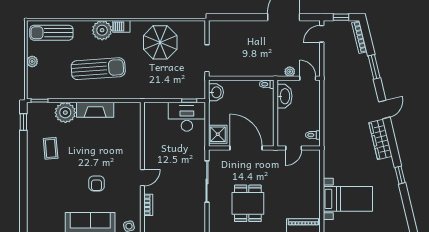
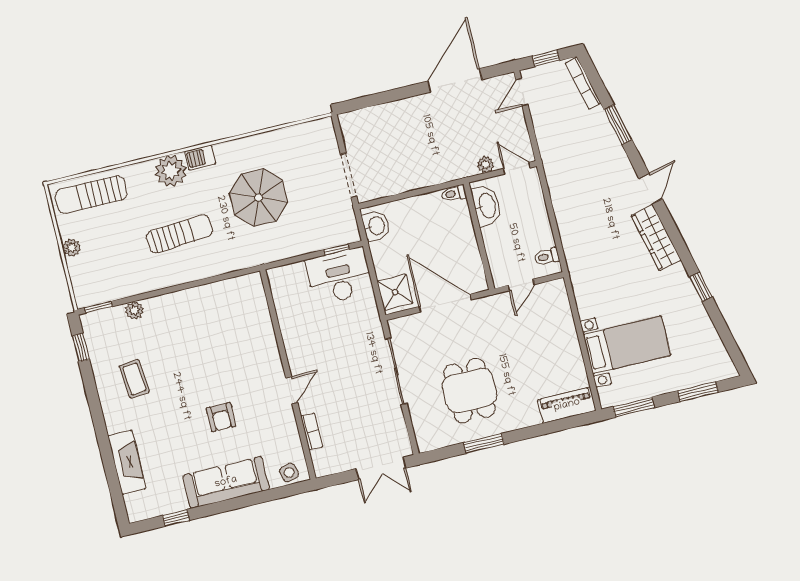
parasol: (160, 42) -> (259, 198), moved
sun lounger: (98, 69) -> (180, 234), width x0.73, depth x0.75
fireplace: (95, 110) -> (127, 462), moved, turned -90
plant: (65, 113) -> (134, 310), width x0.53, depth x0.53

